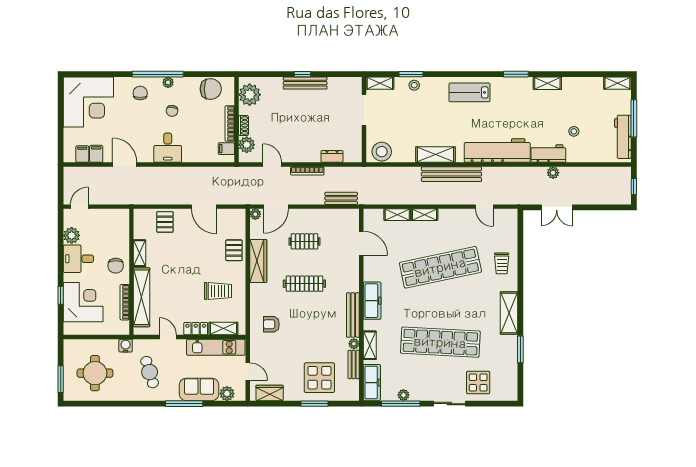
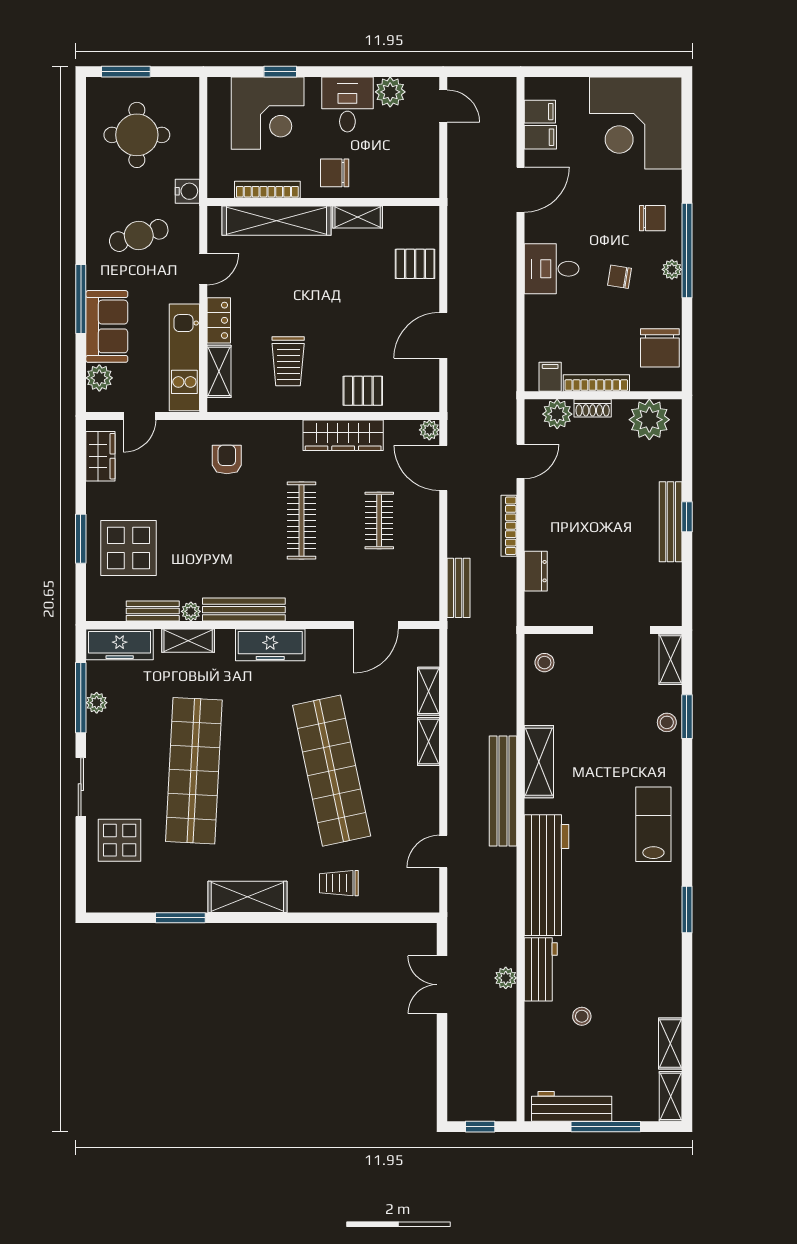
shelving: (547, 83) -> (670, 1044), moved
stool: (382, 152) -> (544, 663), width x0.53, depth x0.53

